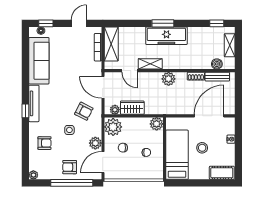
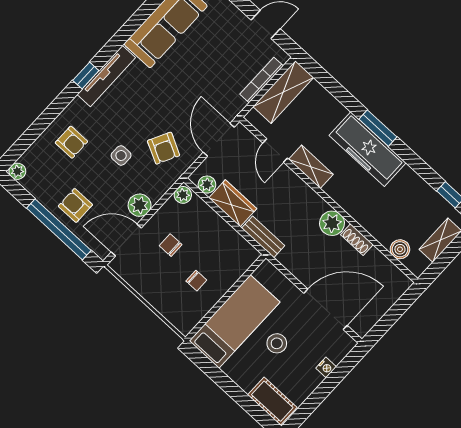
bench: (217, 77) -> (263, 237), moved
plant: (169, 79) -> (332, 223), moved
plant: (157, 124) -> (245, 255), removed
plant: (113, 127) -> (183, 195), width x0.53, depth x0.53

